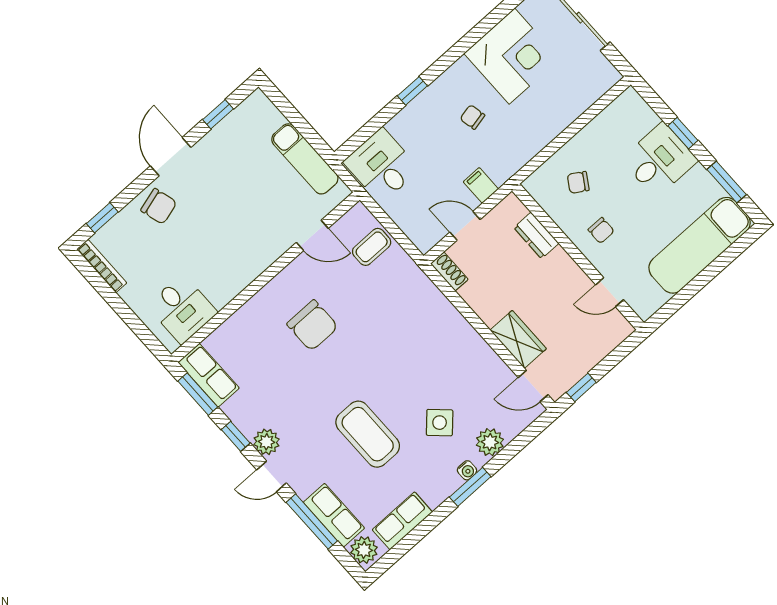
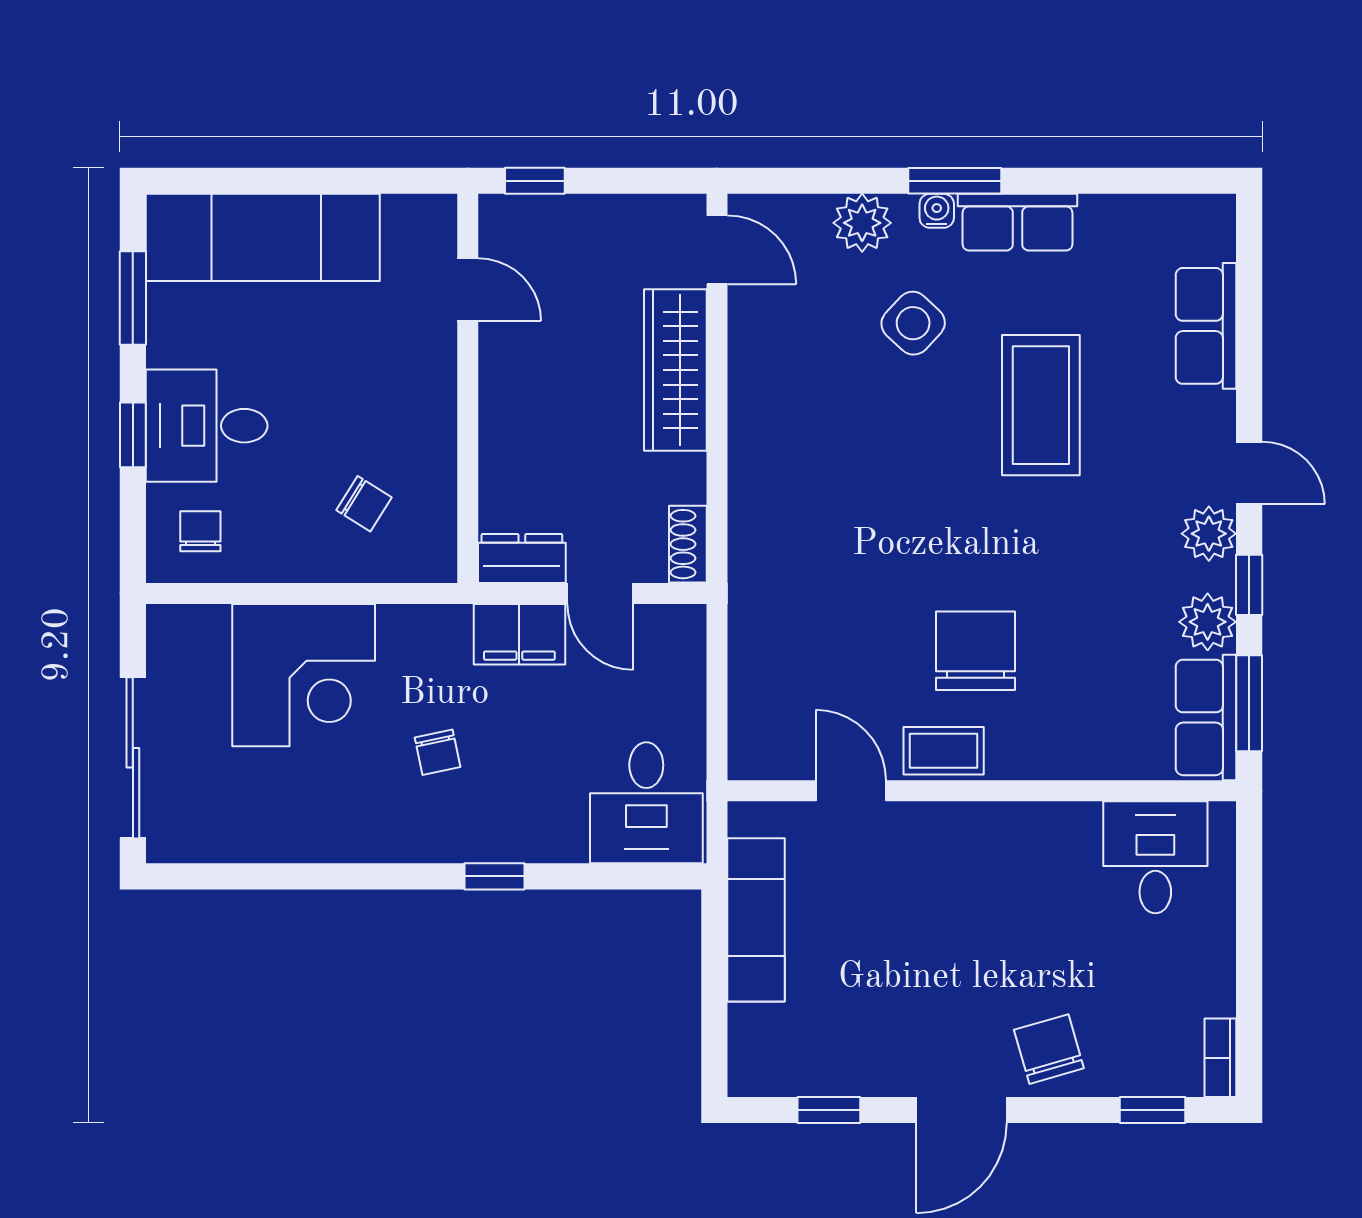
corner desk: (512, 56) -> (304, 675), moved, turned 180
filing cabinet: (481, 185) -> (519, 634), width x2.00
chair: (601, 230) -> (200, 531), moved
dresser: (536, 235) -> (522, 558), moved, turned -90
coffee table: (372, 247) -> (944, 751), moved
bookcase: (102, 266) -> (1220, 1058), width x0.64
wardrobe: (518, 339) -> (675, 370), width x1.50
window: (581, 387) -> (535, 181), moved
row of seats: (402, 521) -> (1018, 222), moved
window: (312, 522) -> (1249, 347), removed
plant: (364, 550) -> (1208, 622), moved

